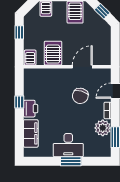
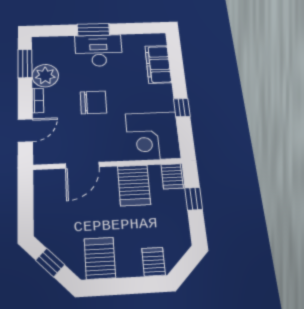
window: (19, 32) -> (194, 199), moved
corner desk: (39, 84) -> (153, 136), added
chair: (80, 96) -> (93, 102), moved, turned 74
printer: (31, 109) -> (162, 99), removed

